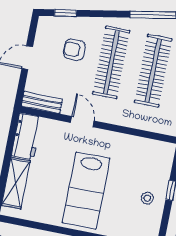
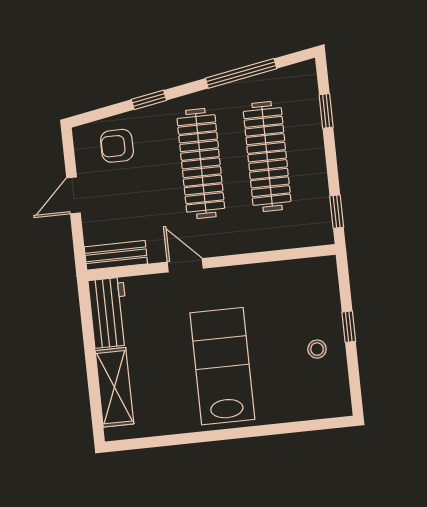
window: (65, 13) -> (149, 100), moved
armchair: (74, 50) -> (117, 146), moved
lab bench: (86, 191) -> (222, 366), turned 180

